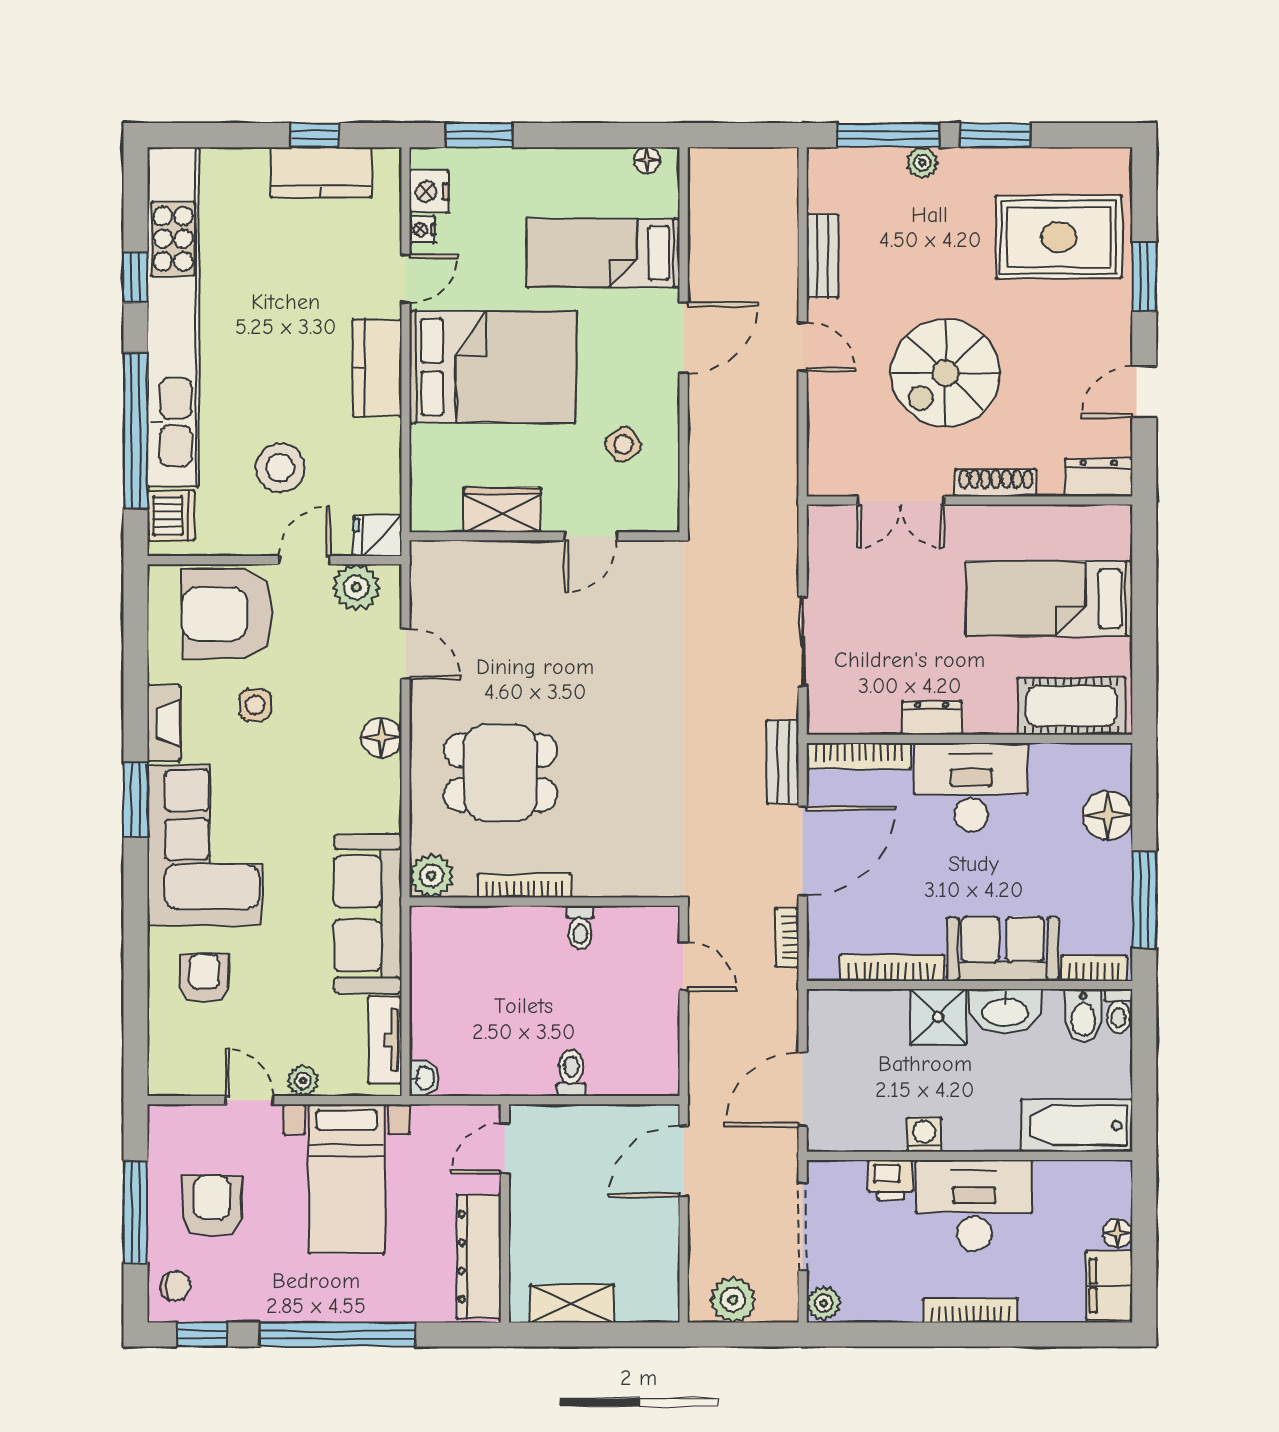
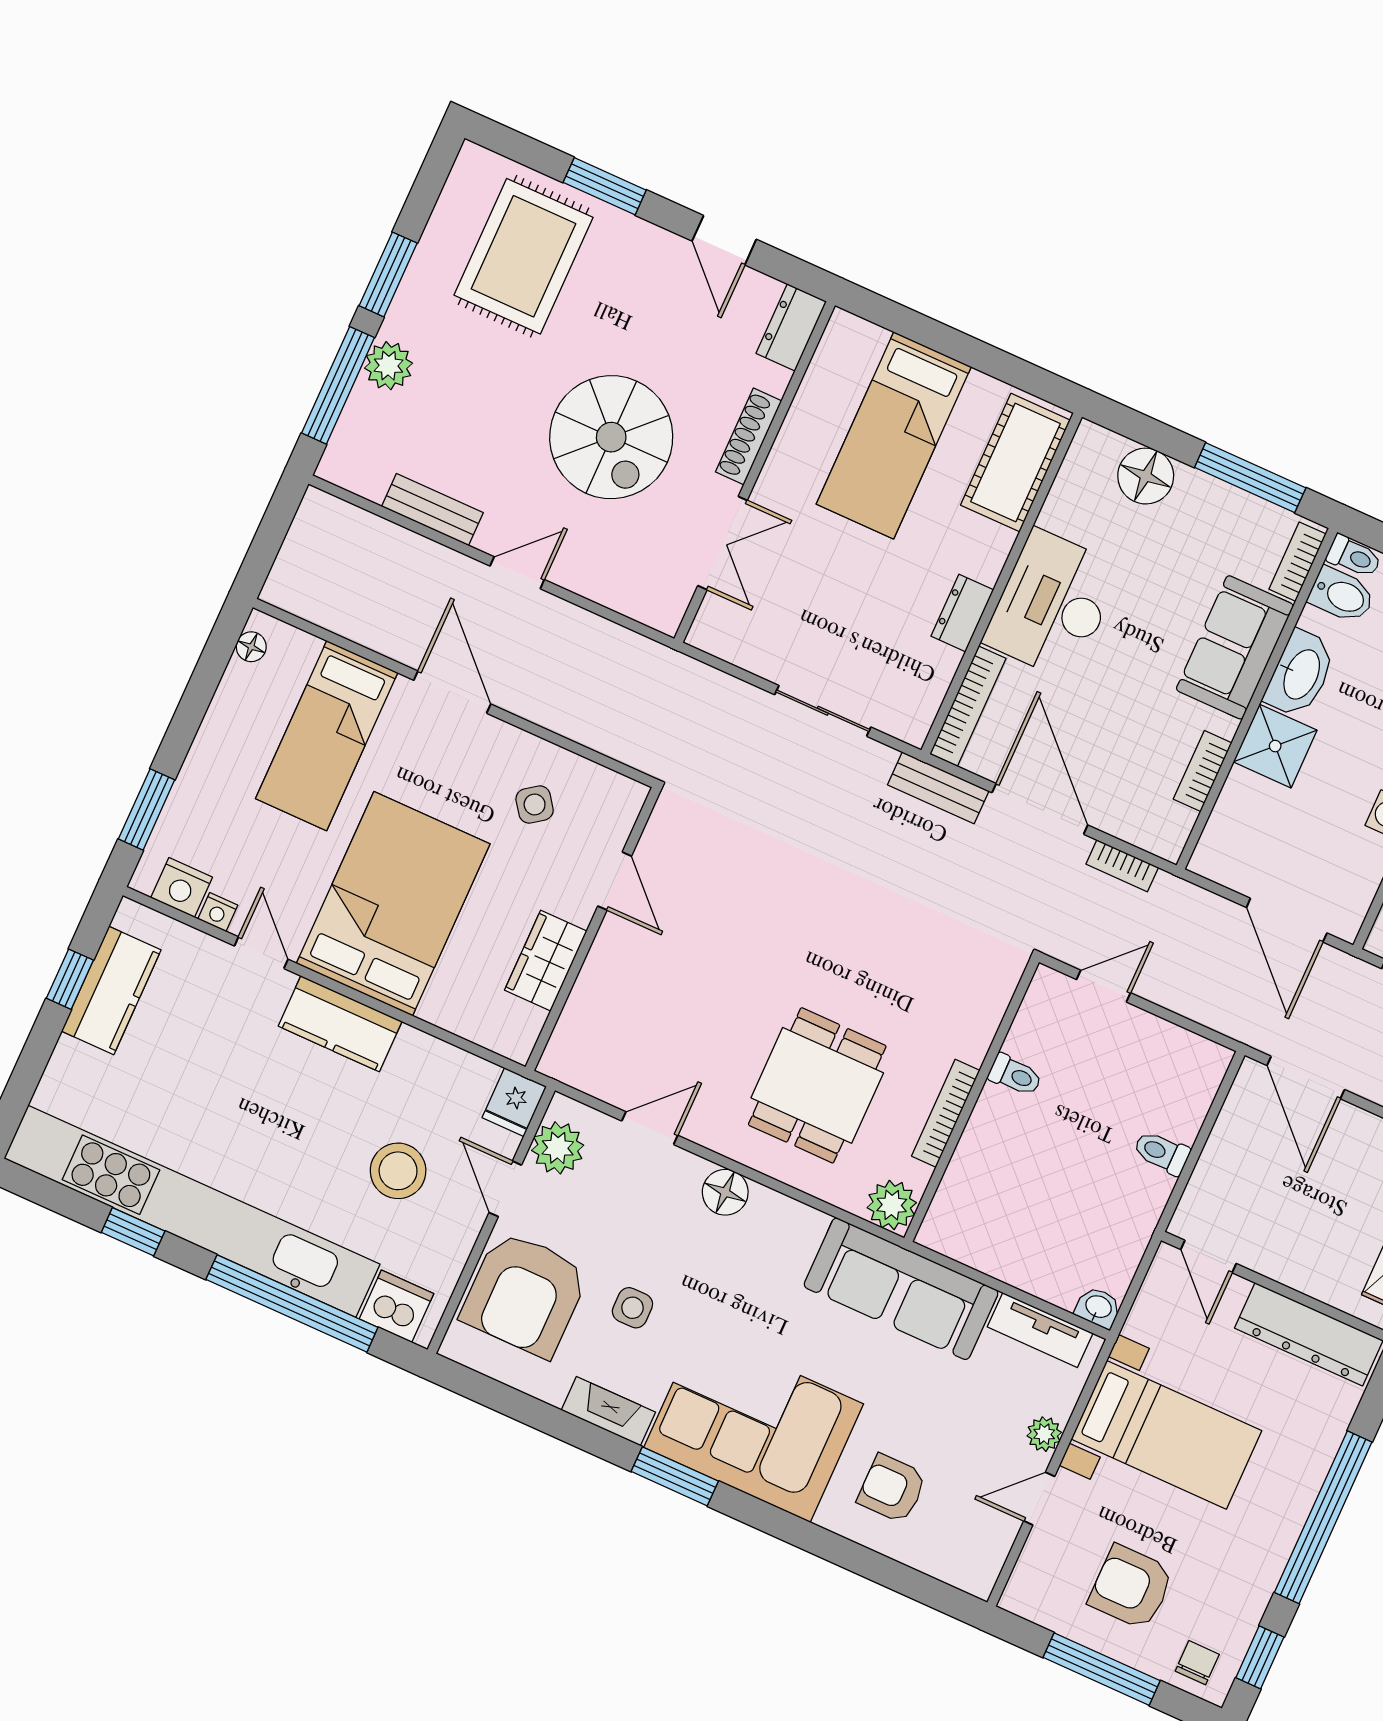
plant: (922, 163) -> (388, 366), width x1.38, depth x1.38
bookcase: (892, 968) -> (1203, 771), width x0.64

